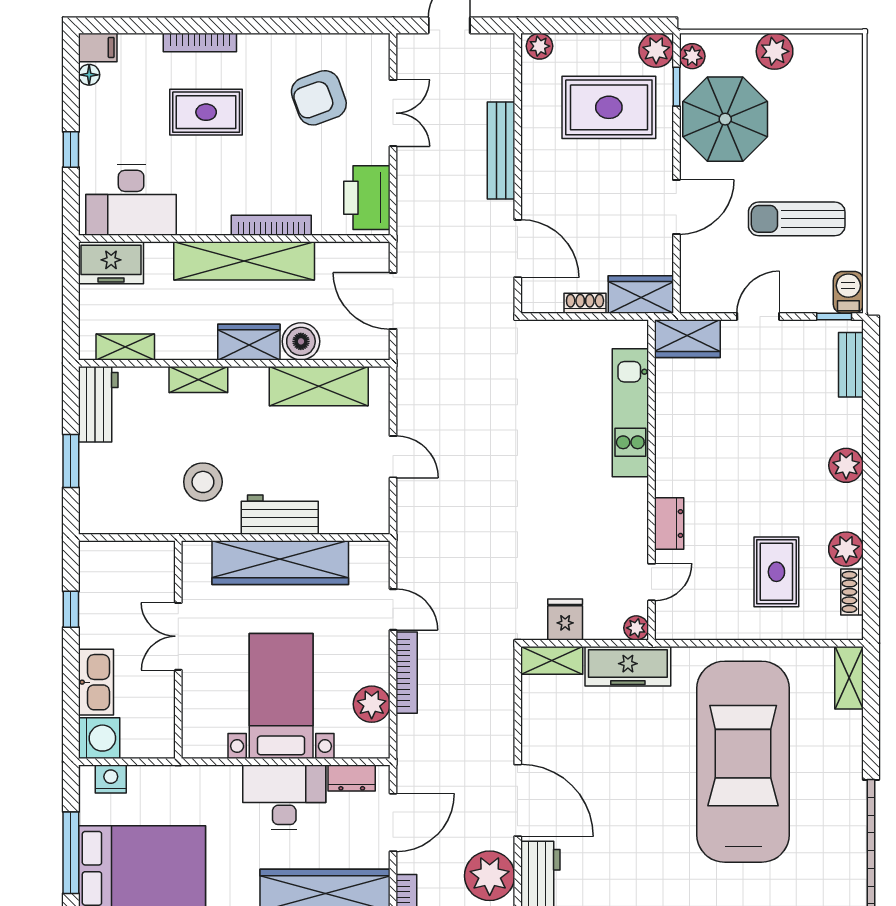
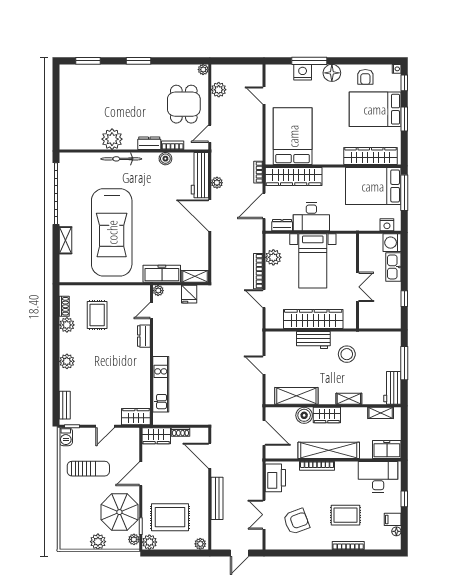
filing cabinet: (98, 47) -> (393, 519), moved
window: (71, 461) -> (404, 363), width x1.44
shelving: (849, 678) -> (65, 240), moved
plant: (490, 876) -> (217, 183), width x0.53, depth x0.53

